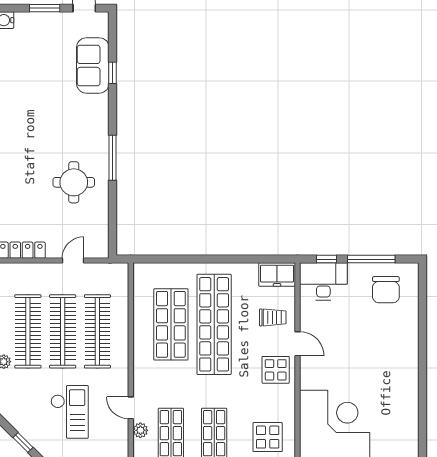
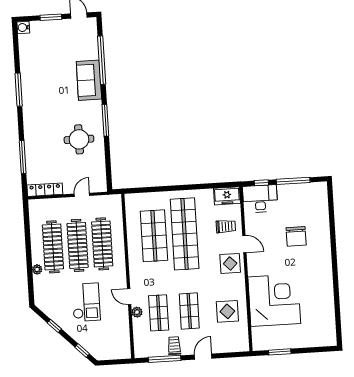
sofa: (93, 65) -> (89, 80), moved
window: (112, 73) -> (102, 60), width x3.17
chair: (386, 290) -> (296, 236), moved

